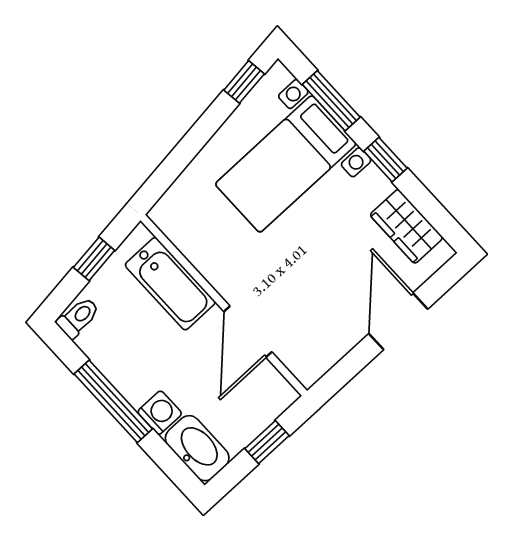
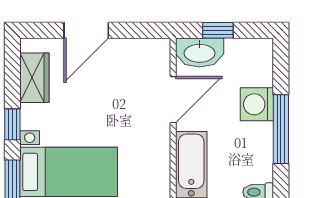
washing machine: (160, 413) -> (257, 104), width x1.38, depth x1.38
washbasin: (197, 448) -> (200, 52), moved, turned -90

